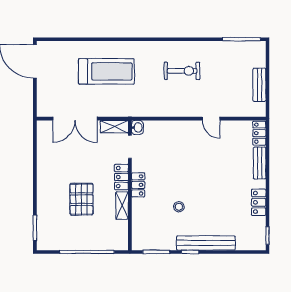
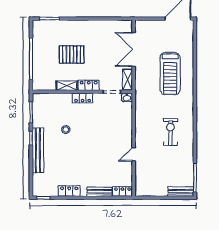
exercise bike: (182, 71) -> (170, 132), turned 180
bench: (259, 85) -> (181, 192), moved

